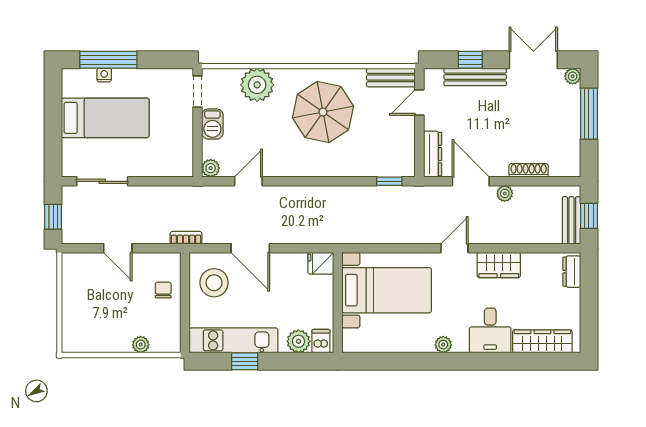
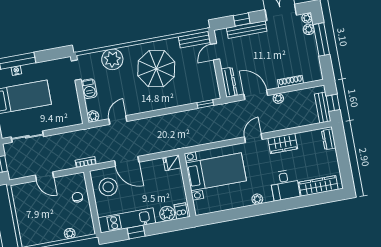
plant: (572, 94) -> (309, 29), added

